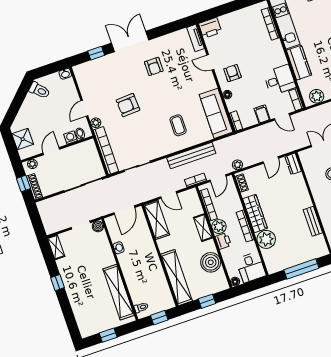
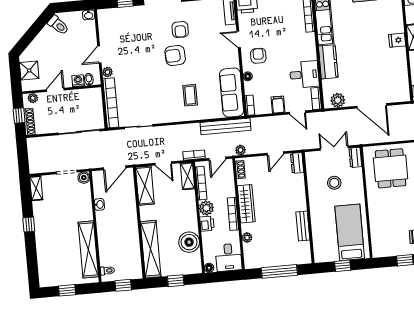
armchair: (128, 105) -> (175, 56), moved
bench: (191, 155) -> (226, 126), moved
shelving: (203, 228) -> (187, 176), moved
plant: (266, 239) -> (247, 238), width x0.53, depth x0.53

